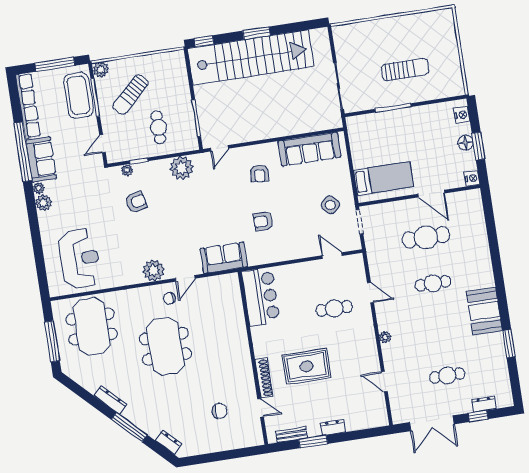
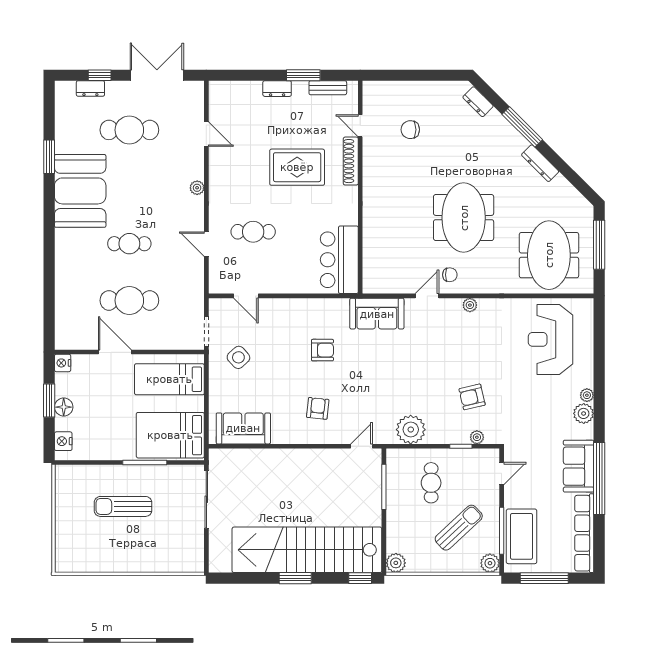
plant: (177, 58) -> (396, 563), added
bed: (376, 133) -> (170, 435), added
sofa: (310, 149) -> (243, 428), width x0.73
plant: (39, 188) -> (587, 395), moved
plant: (154, 271) -> (470, 305), width x0.53, depth x0.53
booth: (484, 311) -> (80, 191), width x1.36, depth x1.42
cafe table: (447, 375) -> (129, 130), width x1.37, depth x1.35

